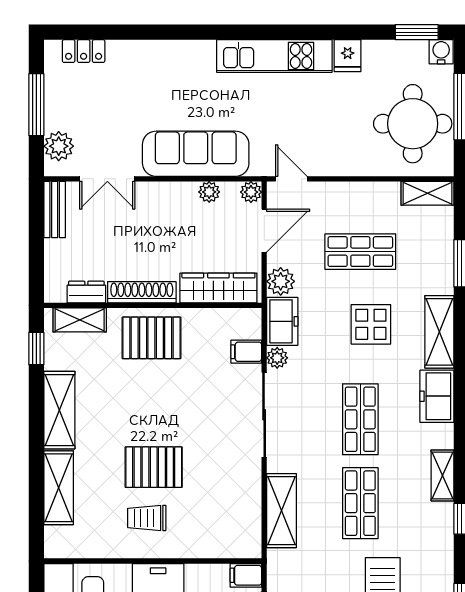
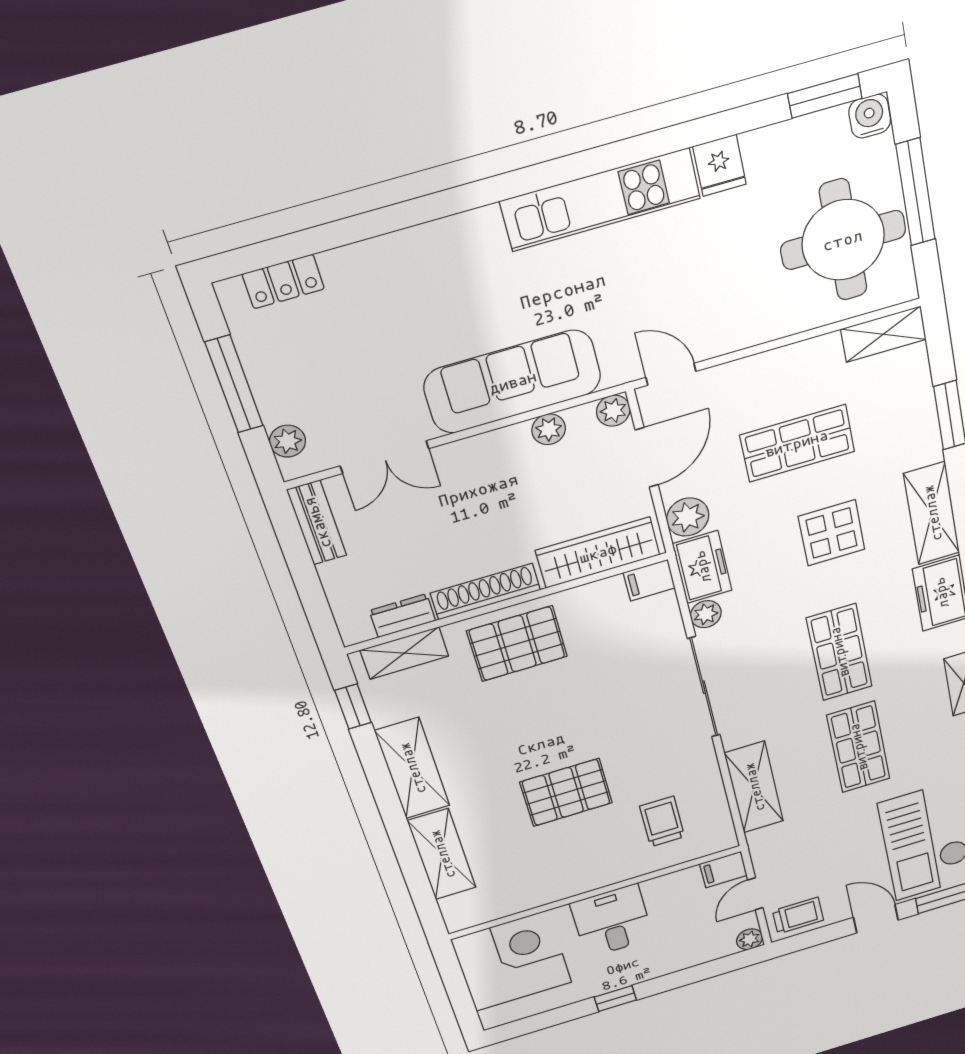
plant: (59, 146) -> (288, 441), width x0.73, depth x0.73
filing cabinet: (246, 352) -> (649, 580), moved
trolley: (147, 518) -> (662, 822), moved, turned 90

